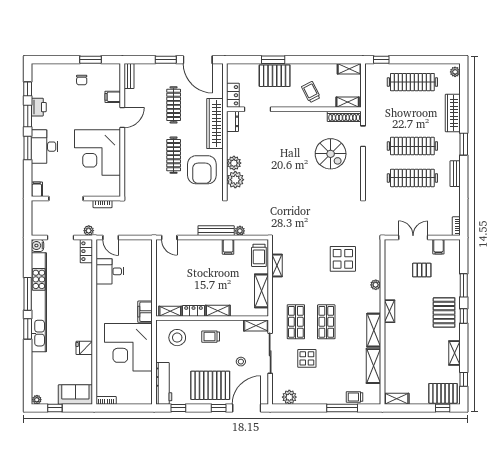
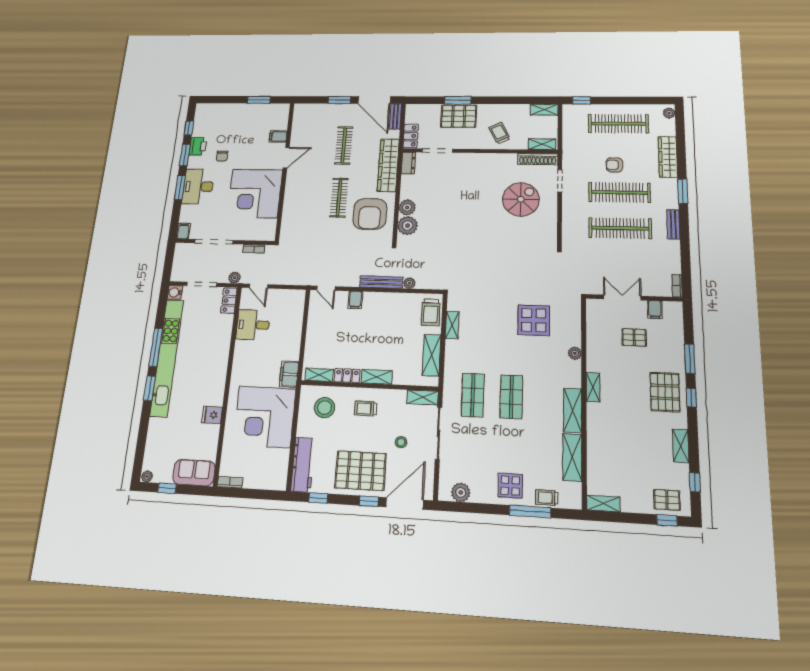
bench: (129, 76) -> (396, 116), moved
chair: (82, 80) -> (222, 156), moved
armchair: (409, 121) -> (614, 165), added
spiral stairs: (331, 154) -> (521, 199), turned -90
filing cabinet: (228, 247) -> (355, 300), moved
display table: (307, 358) -> (510, 486), moved
pallet: (443, 393) -> (667, 500), width x0.67, depth x0.71

